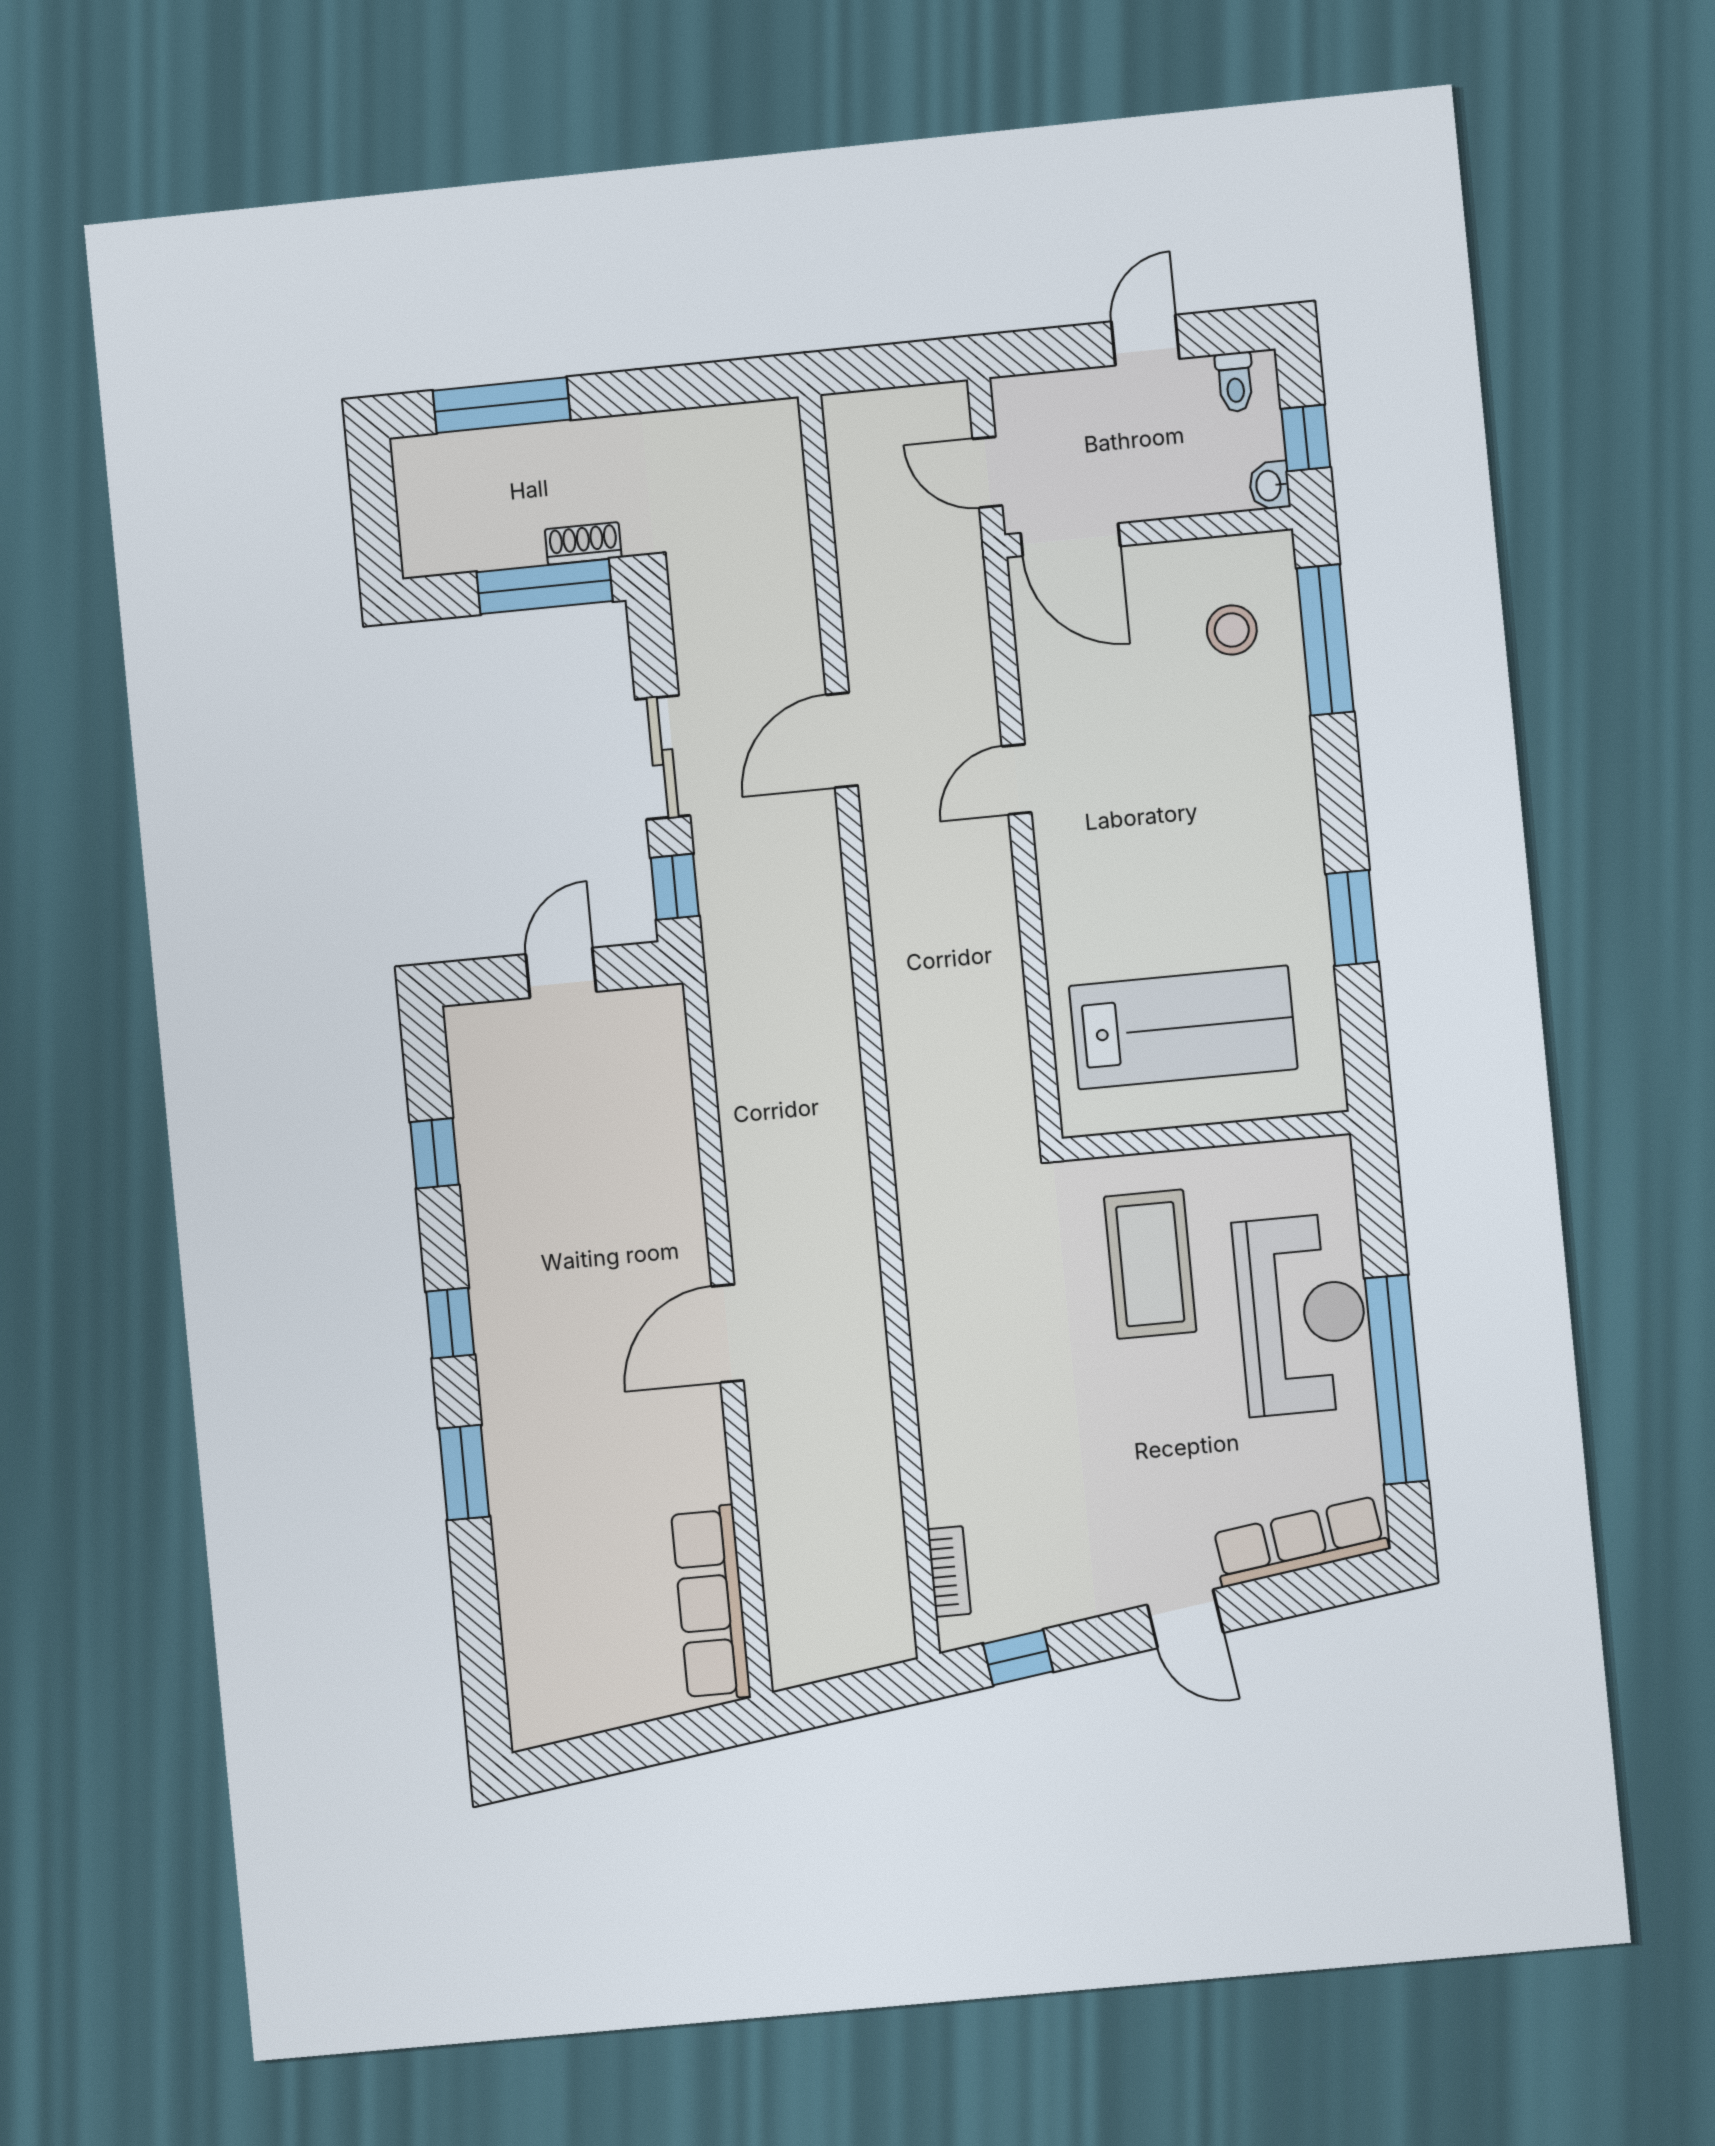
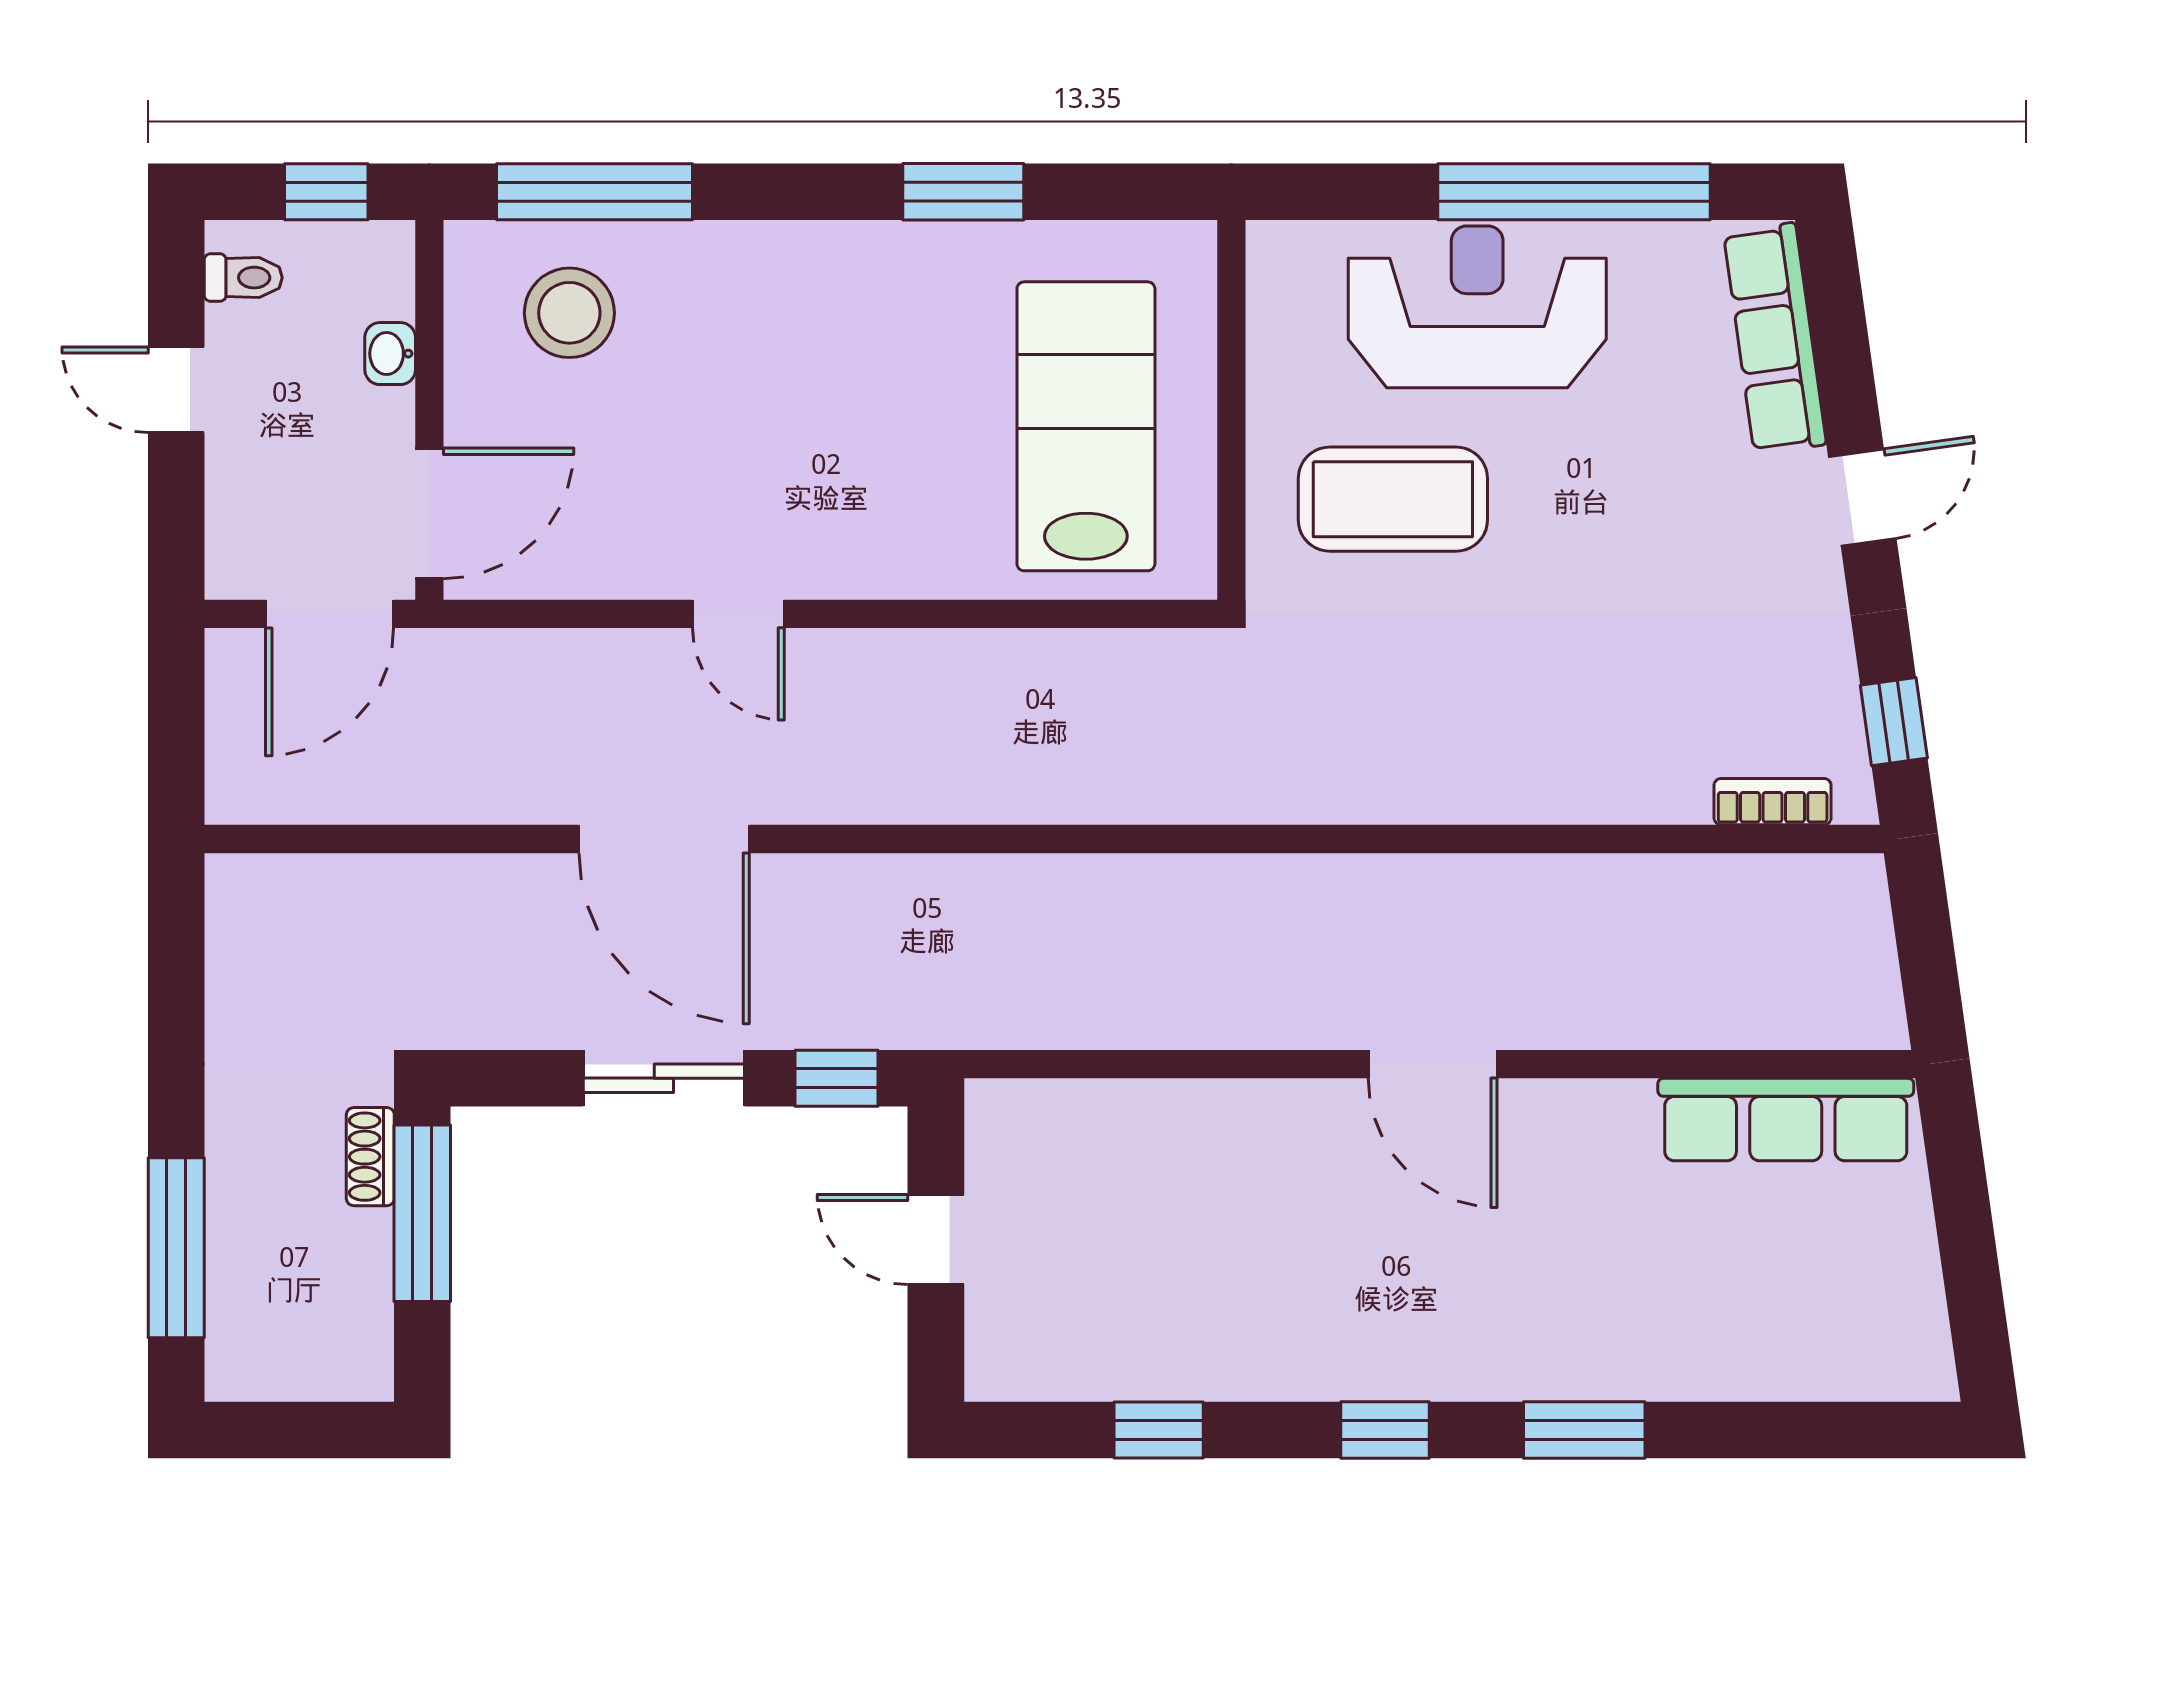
door: (987, 472) -> (330, 614), width x1.38
washbasin: (1270, 486) -> (390, 354), moved, turned 90
stool: (1232, 630) -> (569, 313), width x1.38, depth x1.38
door: (842, 740) -> (664, 839), width x1.36

